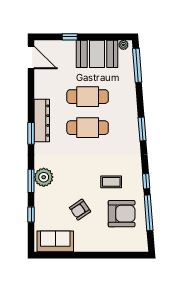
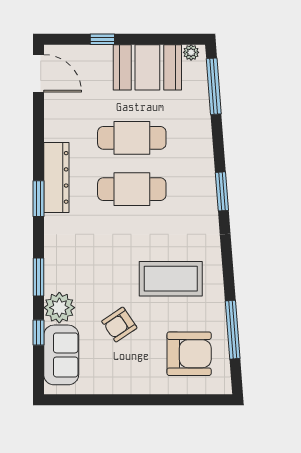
plant: (44, 177) -> (59, 308), moved
window: (146, 181) -> (229, 278), removed
coffee table: (111, 182) -> (171, 279), width x1.86, depth x1.72
armchair: (122, 214) -> (189, 354), moved
sofa: (55, 241) -> (61, 355), moved, turned 90

